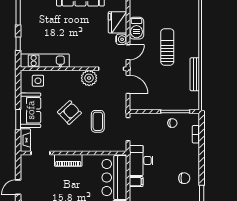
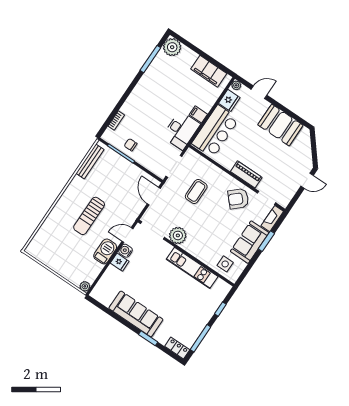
fridge: (117, 22) -> (120, 262), width x0.53, depth x0.75
kitchen unit: (45, 61) -> (192, 268), moved
bench: (195, 74) -> (90, 161), moved
door: (128, 84) -> (154, 196), moved
armchair: (69, 113) -> (238, 199), moved
chair: (184, 178) -> (153, 88), removed

